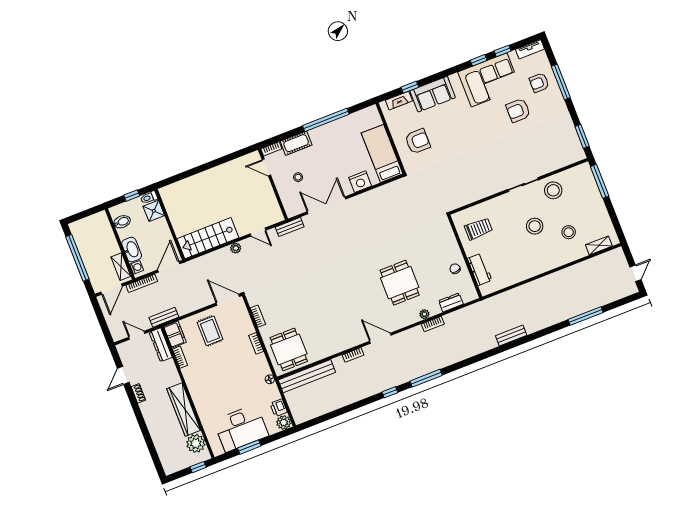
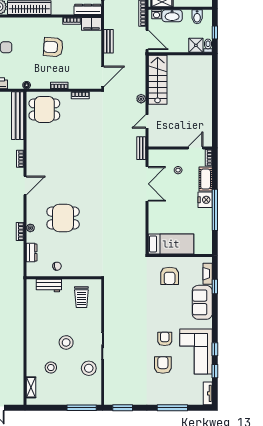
armchair: (539, 83) -> (165, 339), moved
nightstand: (360, 182) -> (205, 200), moved, turned 180
bench: (164, 317) -> (108, 41), moved
rug: (210, 331) -> (83, 53), removed
armchair: (217, 366) -> (53, 47), added

